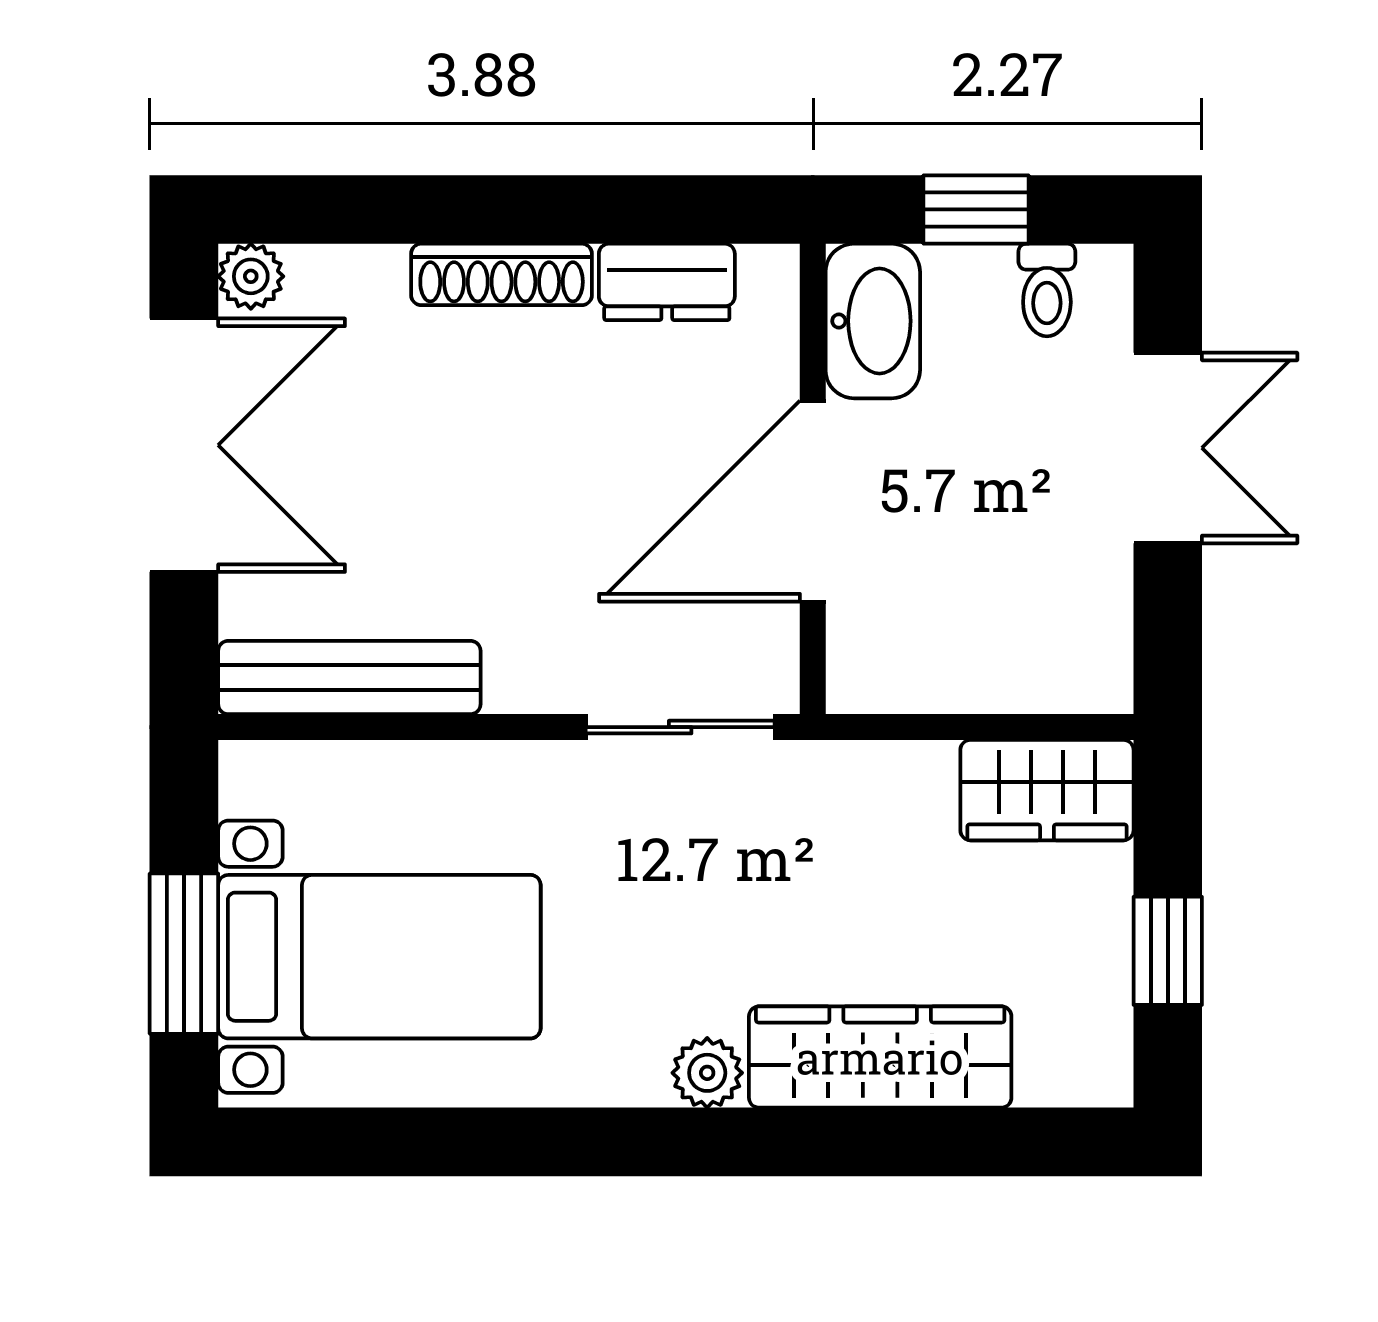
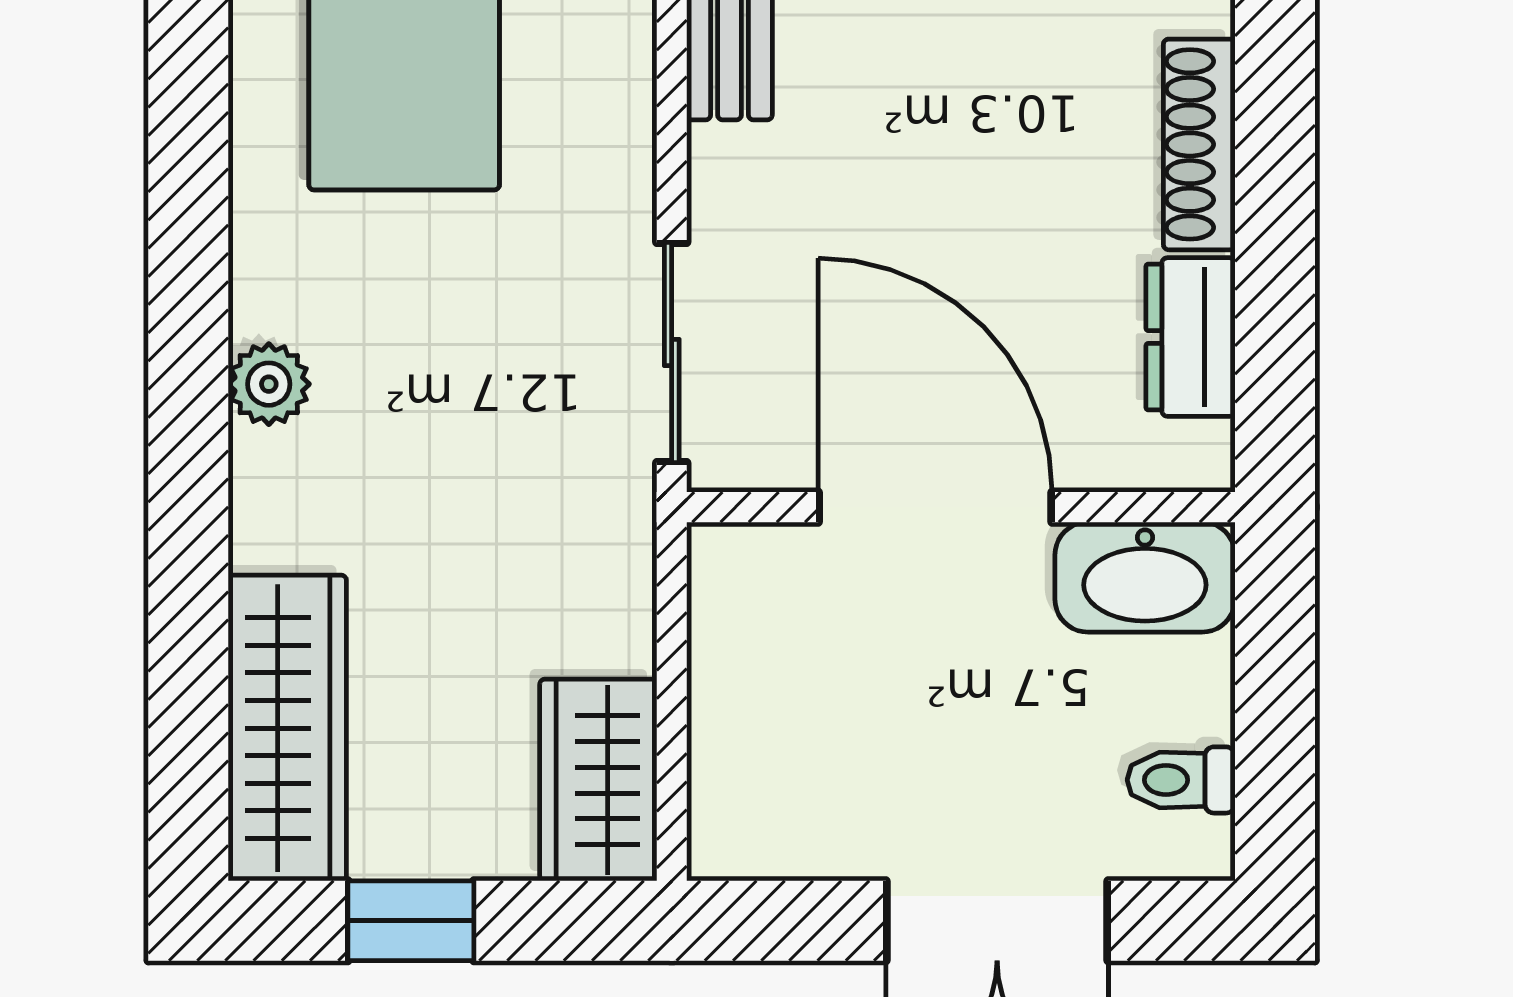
window: (976, 209) -> (1275, 697), removed
wardrobe: (880, 1057) -> (287, 728), moved

